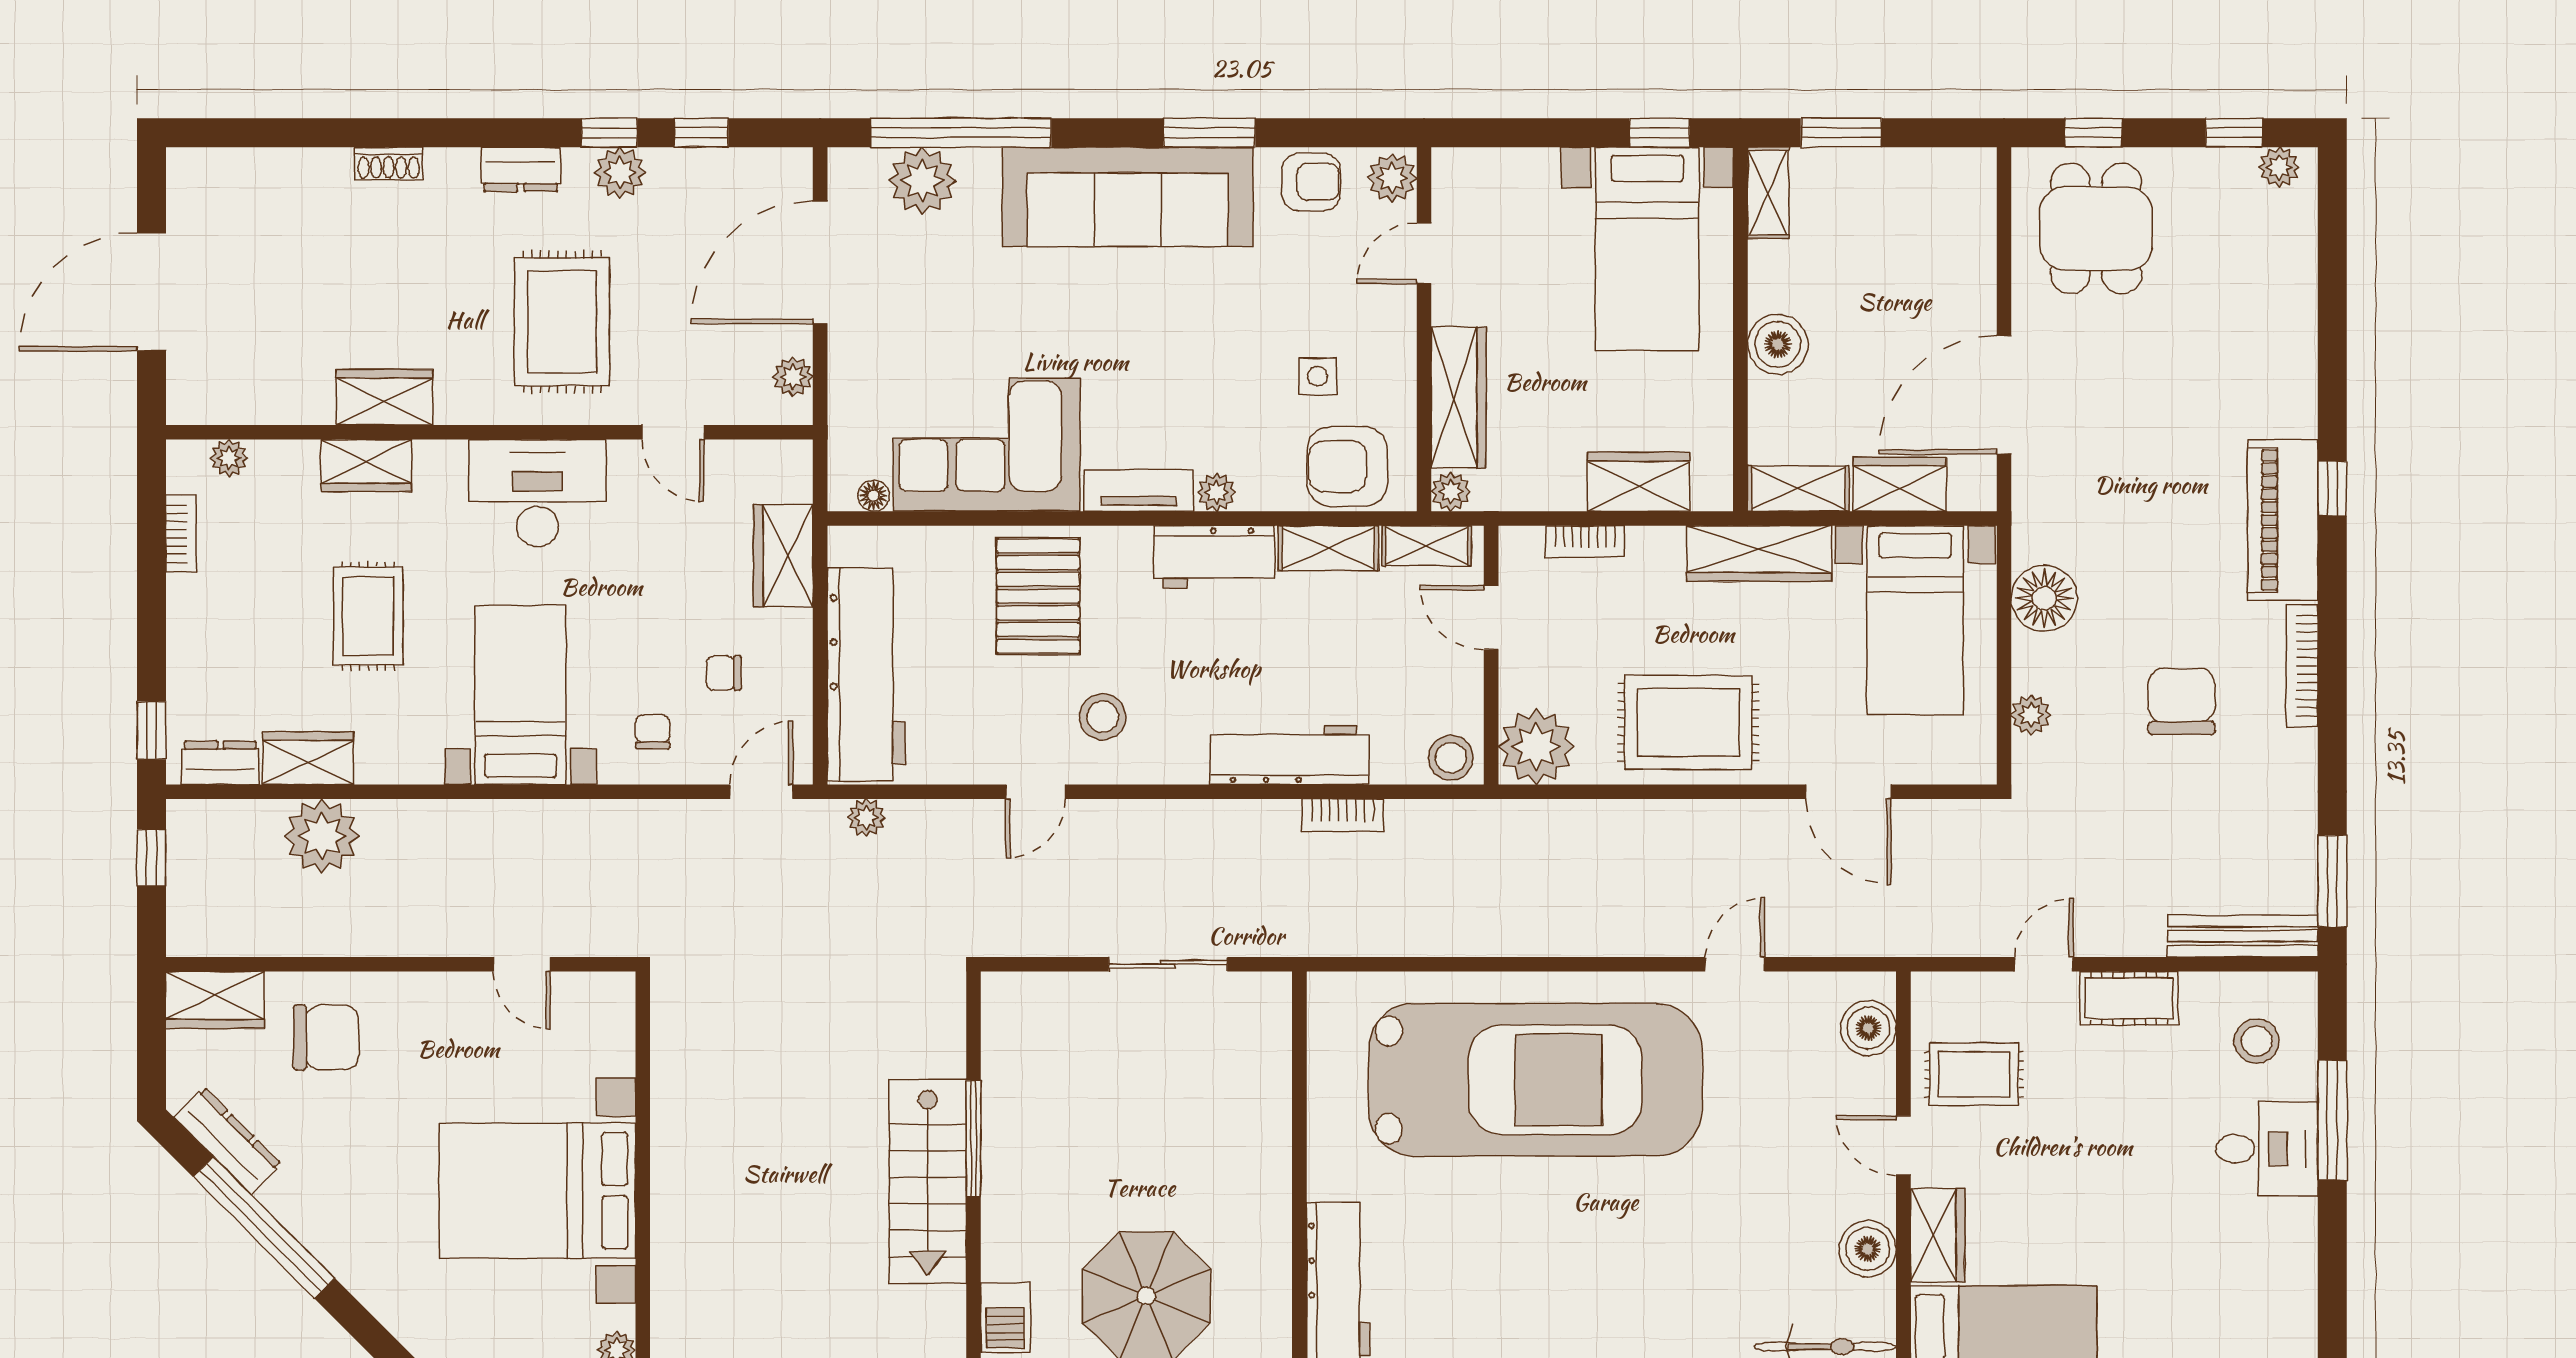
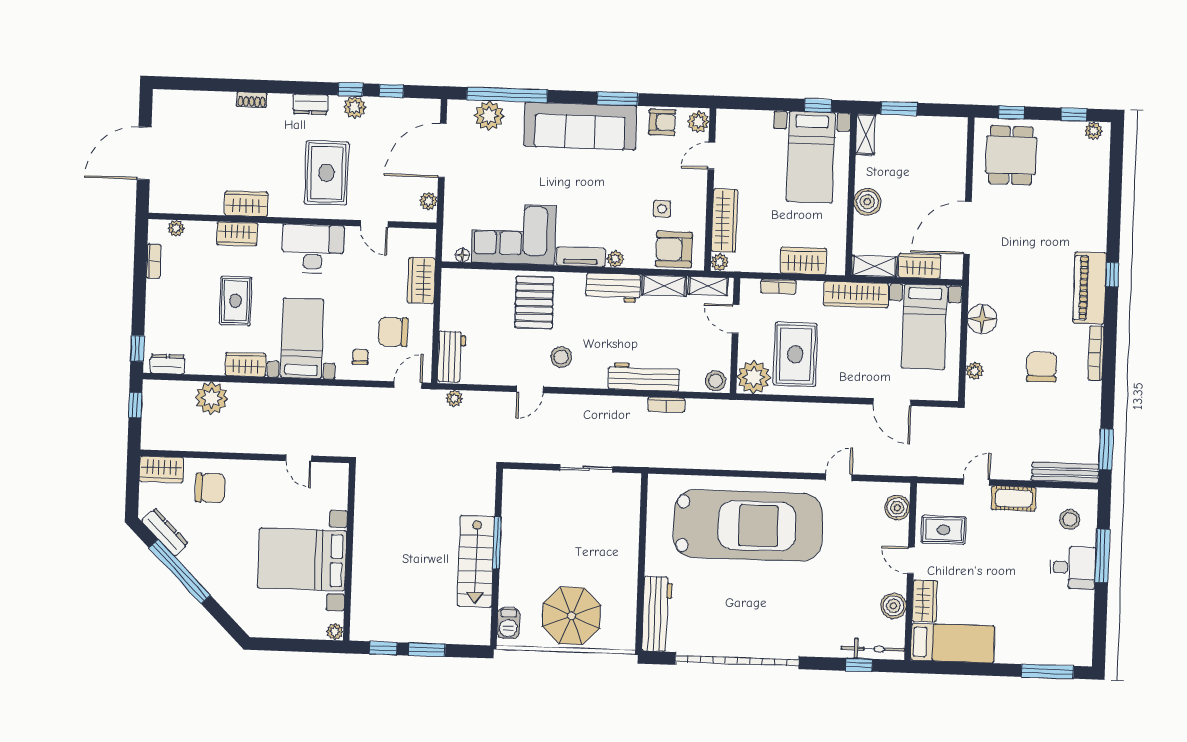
chair: (724, 673) -> (393, 332), width x1.87, depth x1.87
workbench: (866, 674) -> (451, 357), width x0.53, depth x0.76
rug: (1688, 722) -> (795, 354), moved, turned 90
wardrobe: (308, 758) -> (246, 365), moved

